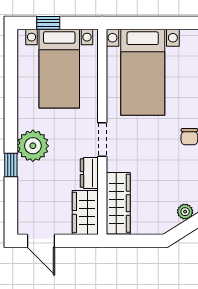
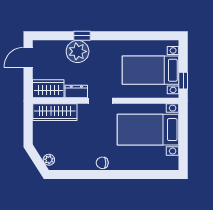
window: (48, 23) -> (183, 81), moved
plant: (33, 146) -> (78, 51), moved

